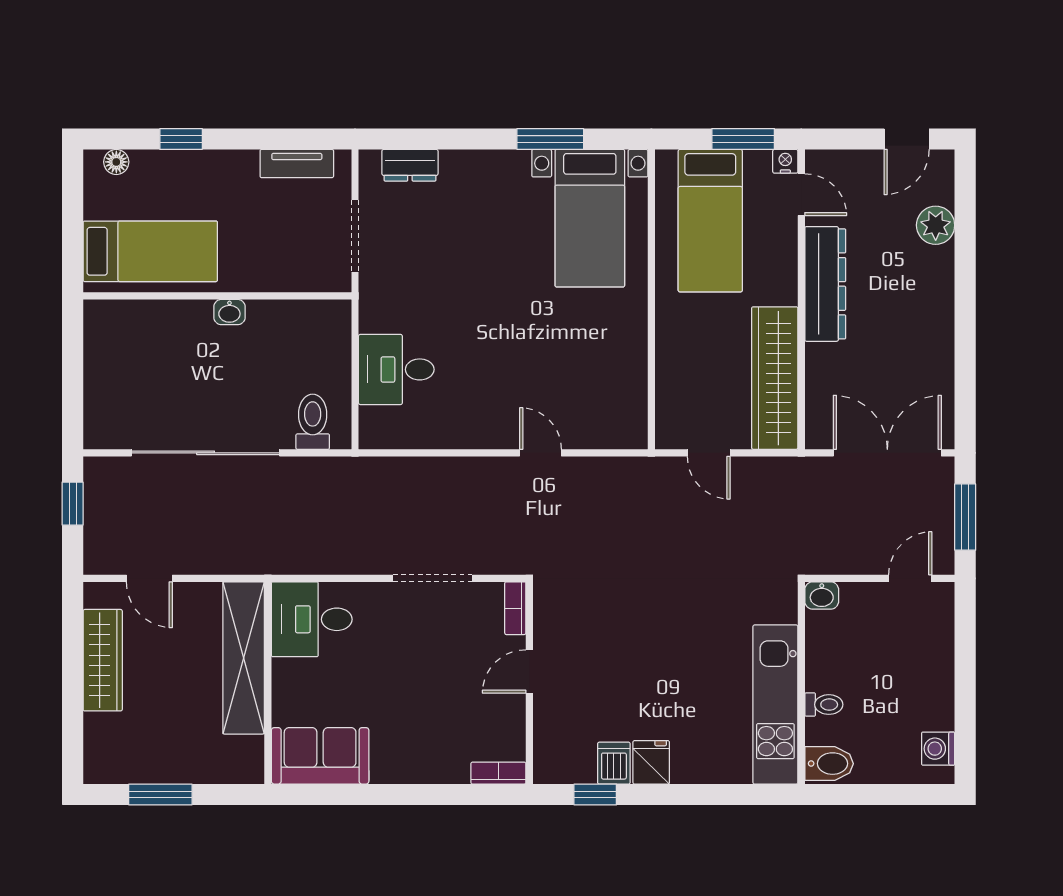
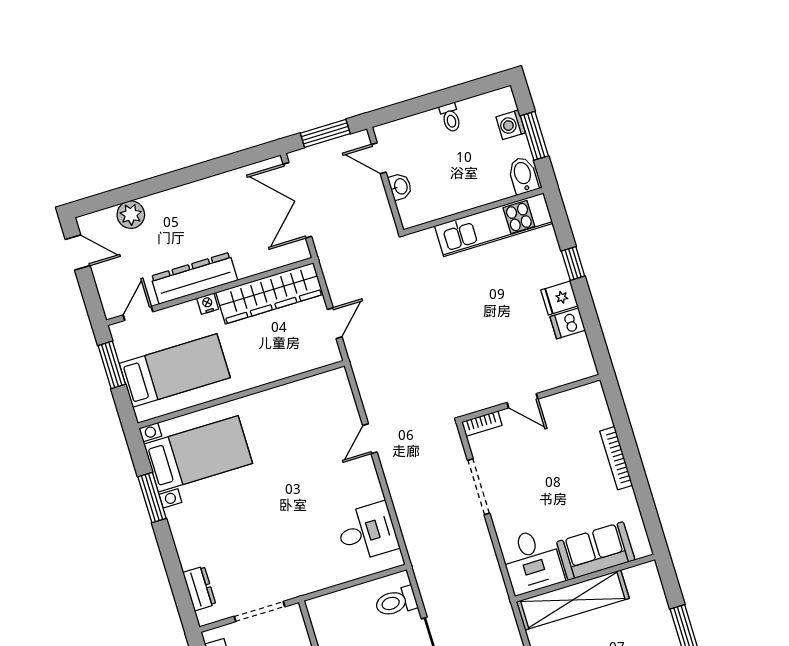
nightstand: (785, 161) -> (208, 304), moved, turned 90
desk: (396, 369) -> (367, 532), moved, turned -90
washbasin: (822, 596) -> (400, 187), moved
toilet: (824, 705) -> (450, 118), moved, turned 180
washing machine: (938, 749) -> (511, 125), moved, turned 90
sofa: (320, 756) -> (596, 551), moved, turned 90
bookcase: (498, 773) -> (616, 458), moved, width x1.56
window: (595, 794) -> (573, 263), moved
window: (877, 794) -> (534, 136), added

